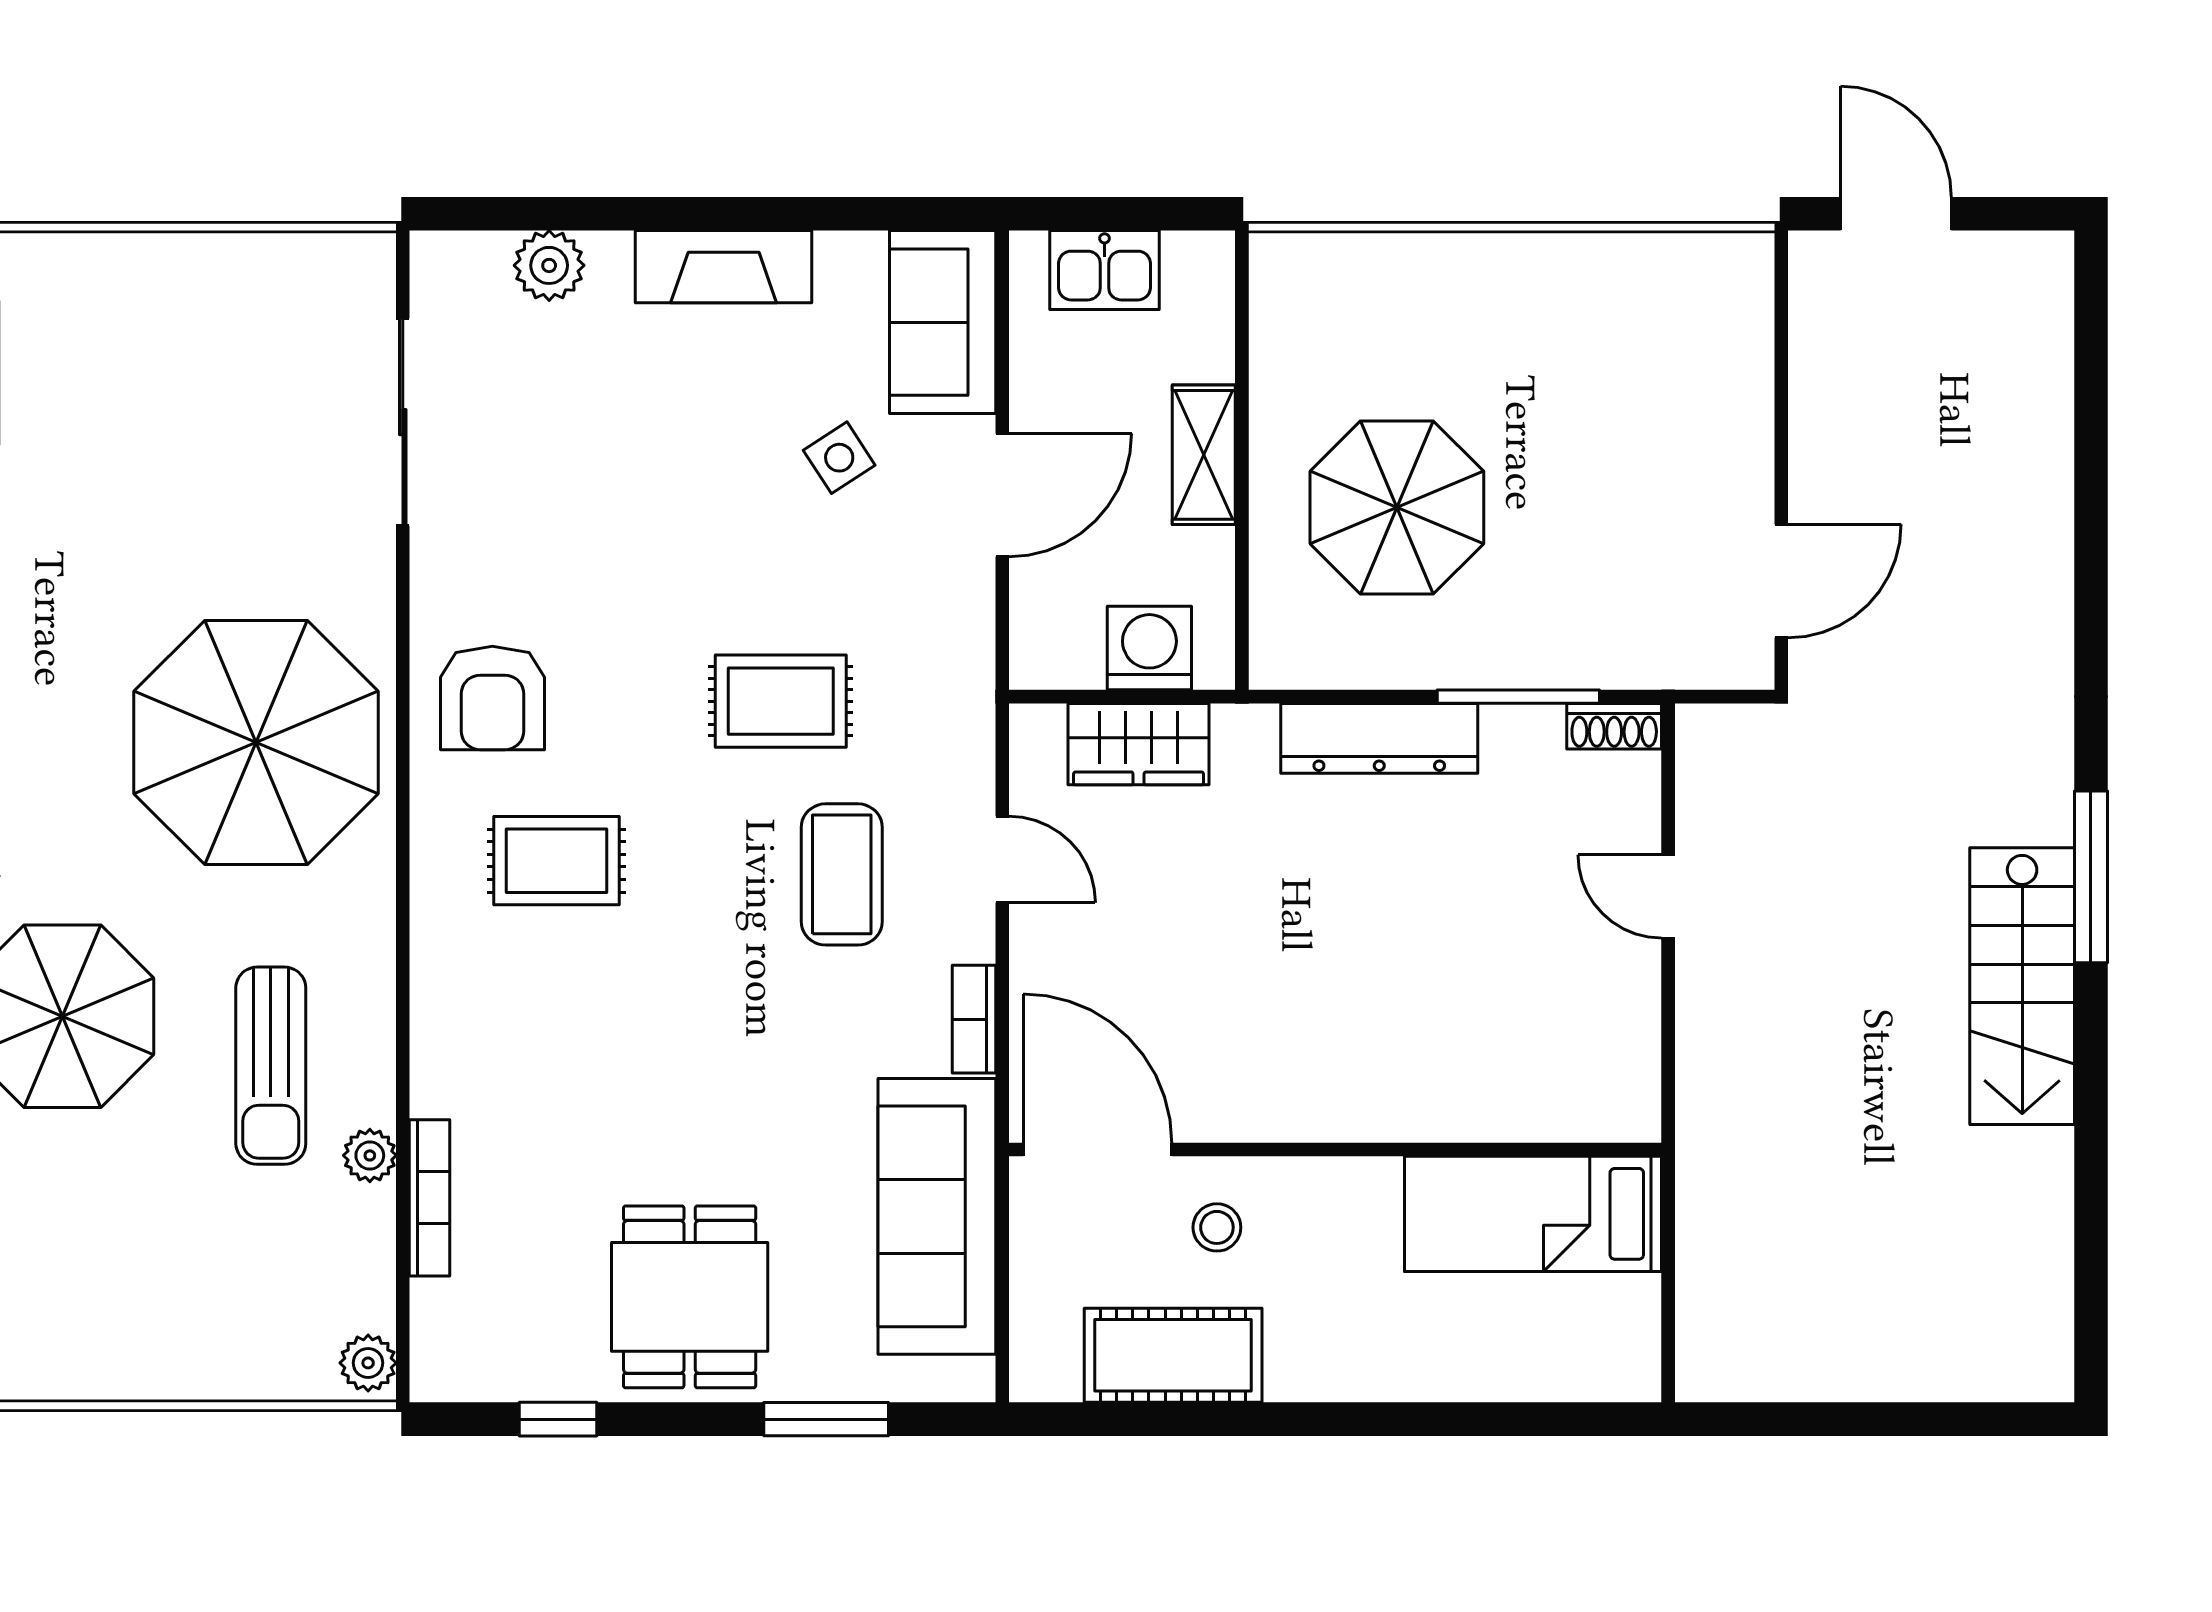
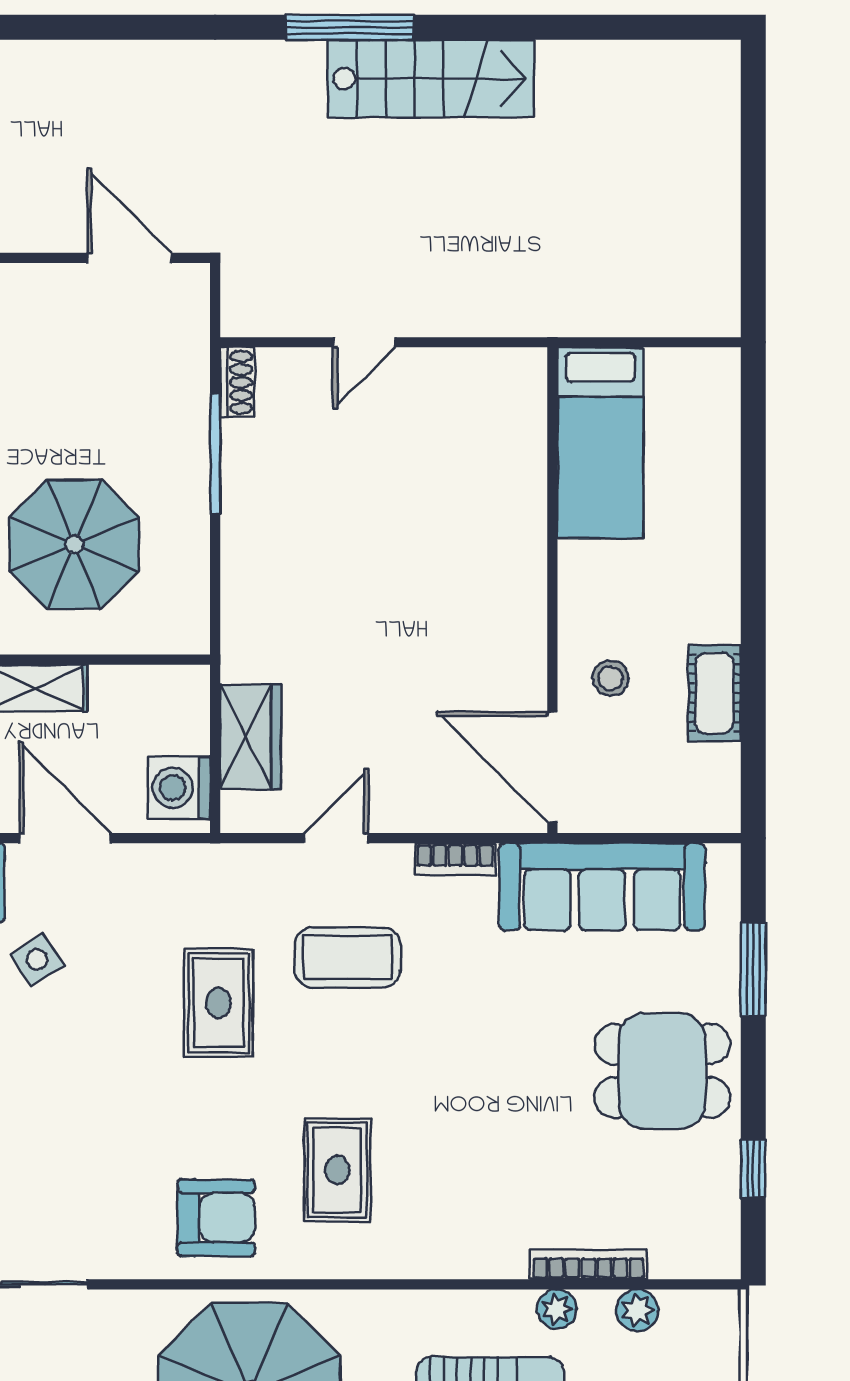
washing machine: (1149, 648) -> (179, 788), moved
dresser: (1379, 738) -> (246, 557), removed
door: (1098, 1149) -> (552, 767), hinge flipped
cot: (1173, 1355) -> (715, 693), width x0.73, depth x0.75
plant: (368, 1363) -> (637, 1310), moved

